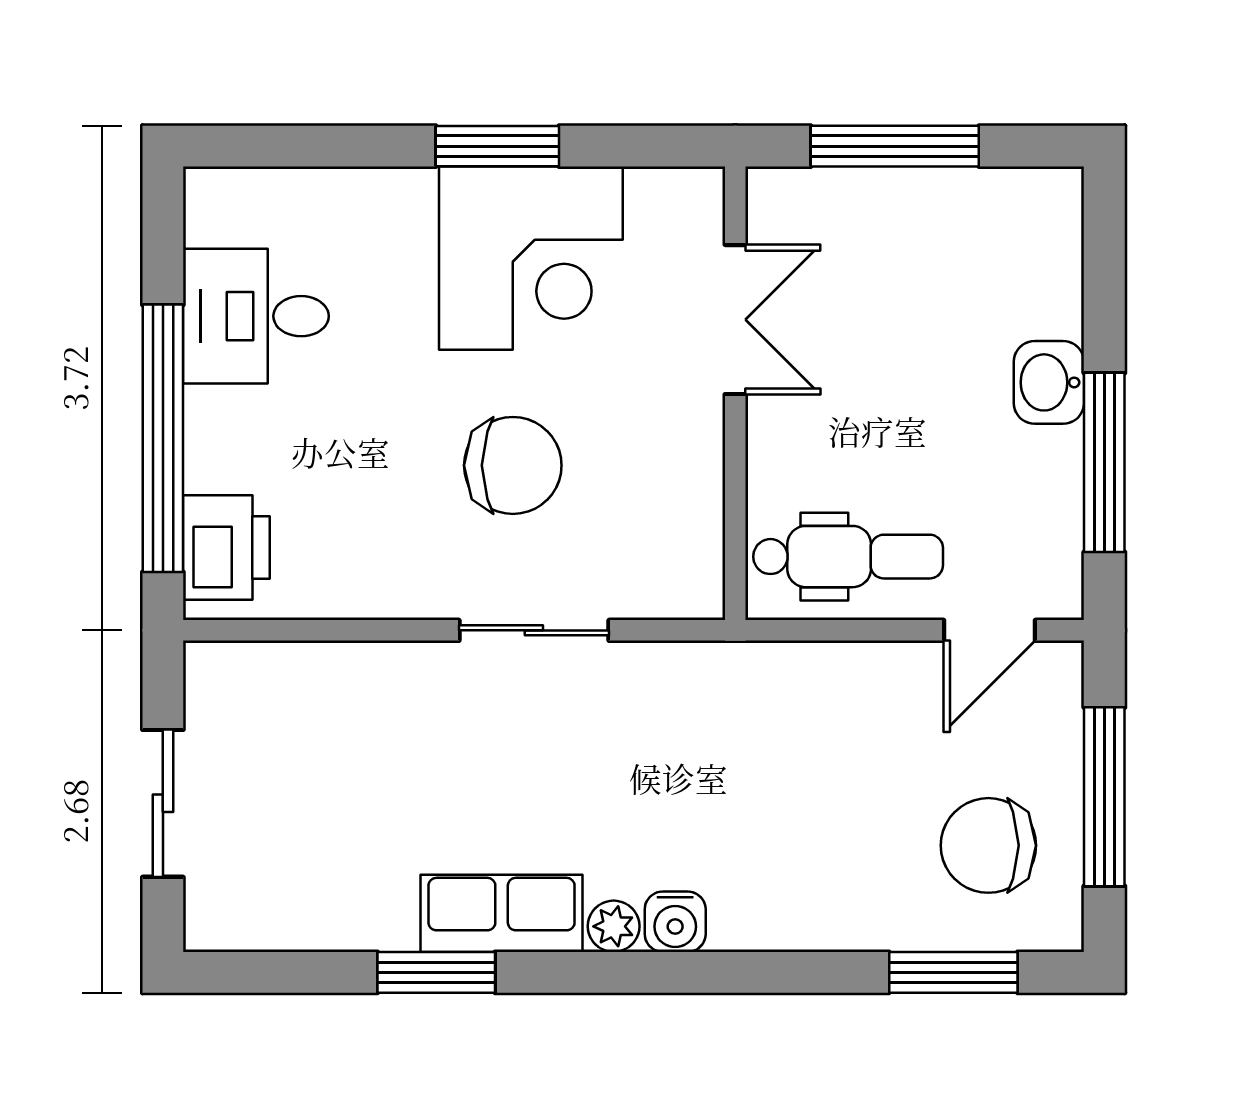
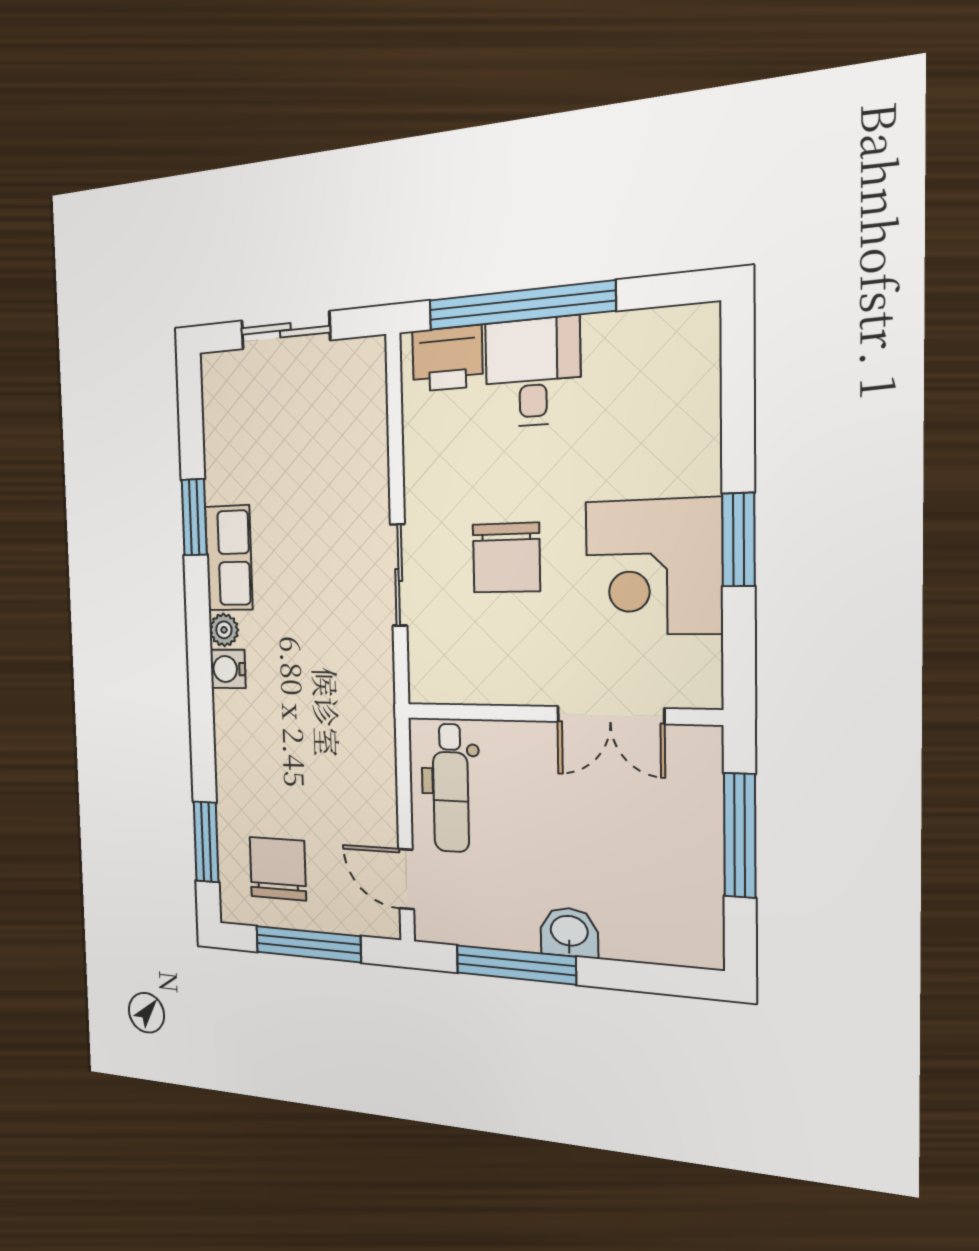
desk: (256, 316) -> (533, 372), moved

